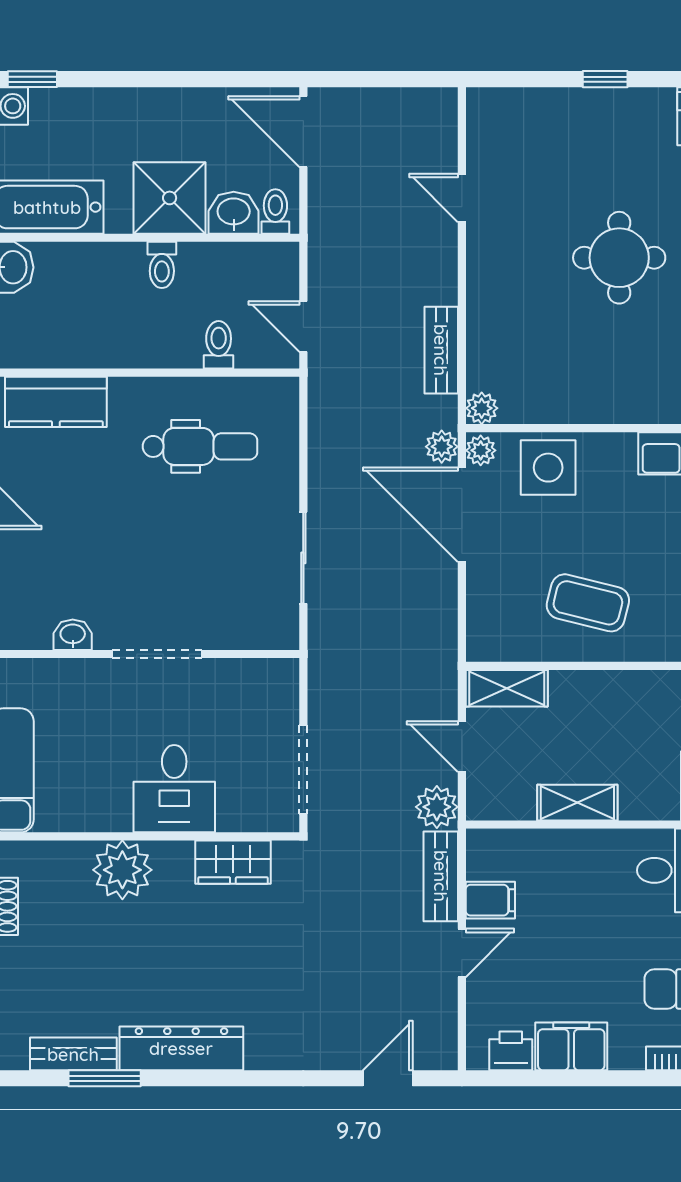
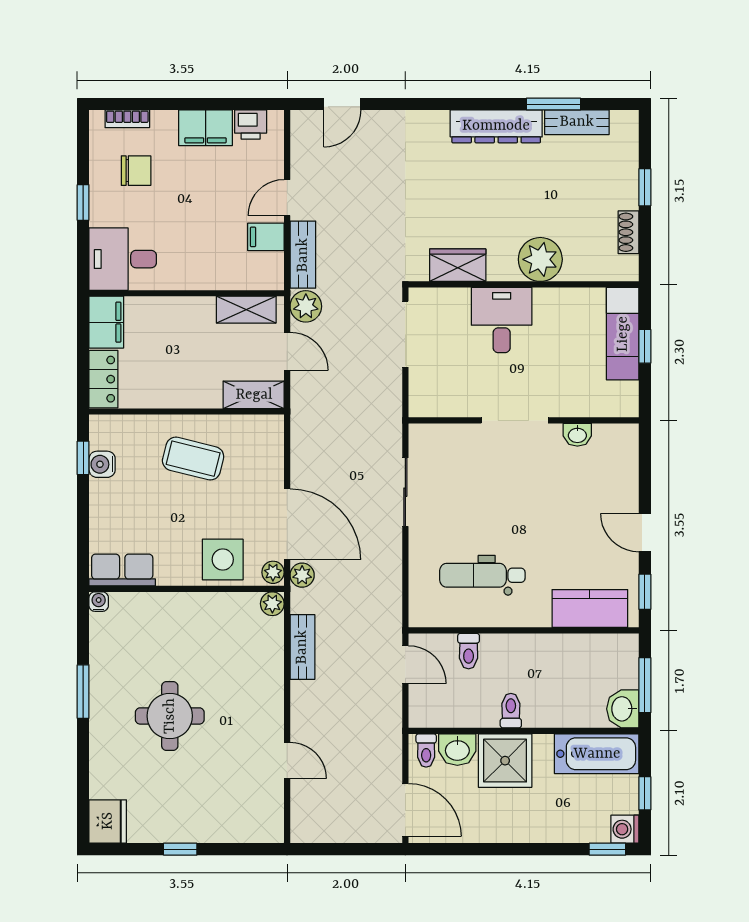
shelving: (577, 803) -> (246, 310), moved

